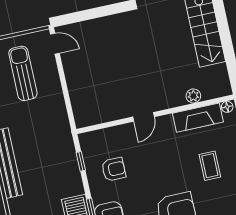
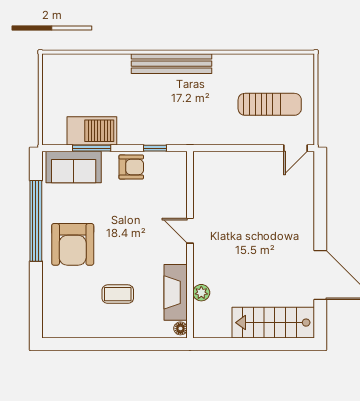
armchair: (114, 169) -> (131, 167), moved, turned -90

